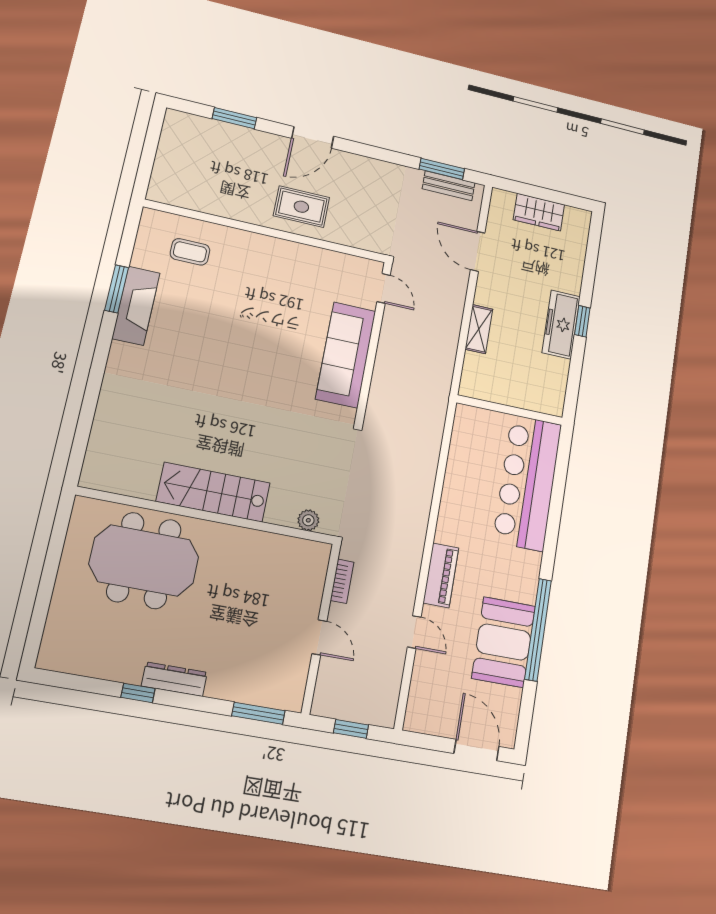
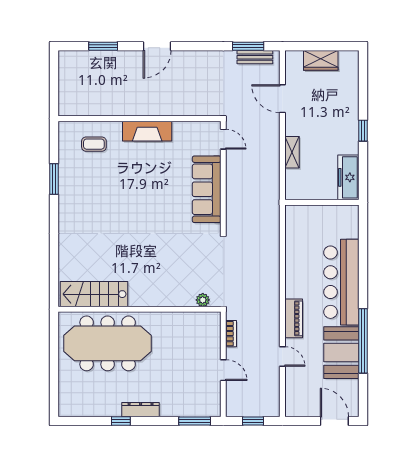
rug: (301, 207) -> (159, 96), removed
fireplace: (136, 306) -> (147, 131), moved, turned 90
freezer: (561, 325) -> (348, 177), moved
bar counter: (527, 483) -> (341, 282), moved
stairs: (213, 492) -> (94, 294), moved
meeting table: (144, 560) -> (108, 343), width x1.36

